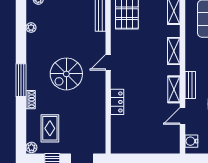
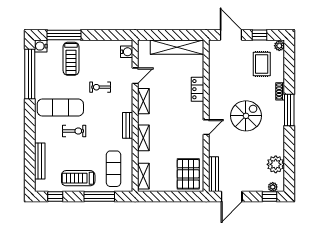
plant: (31, 28) -> (276, 164), width x1.87, depth x1.87
bench: (190, 85) -> (128, 125), moved
shelving: (139, 146) -> (177, 47), added

